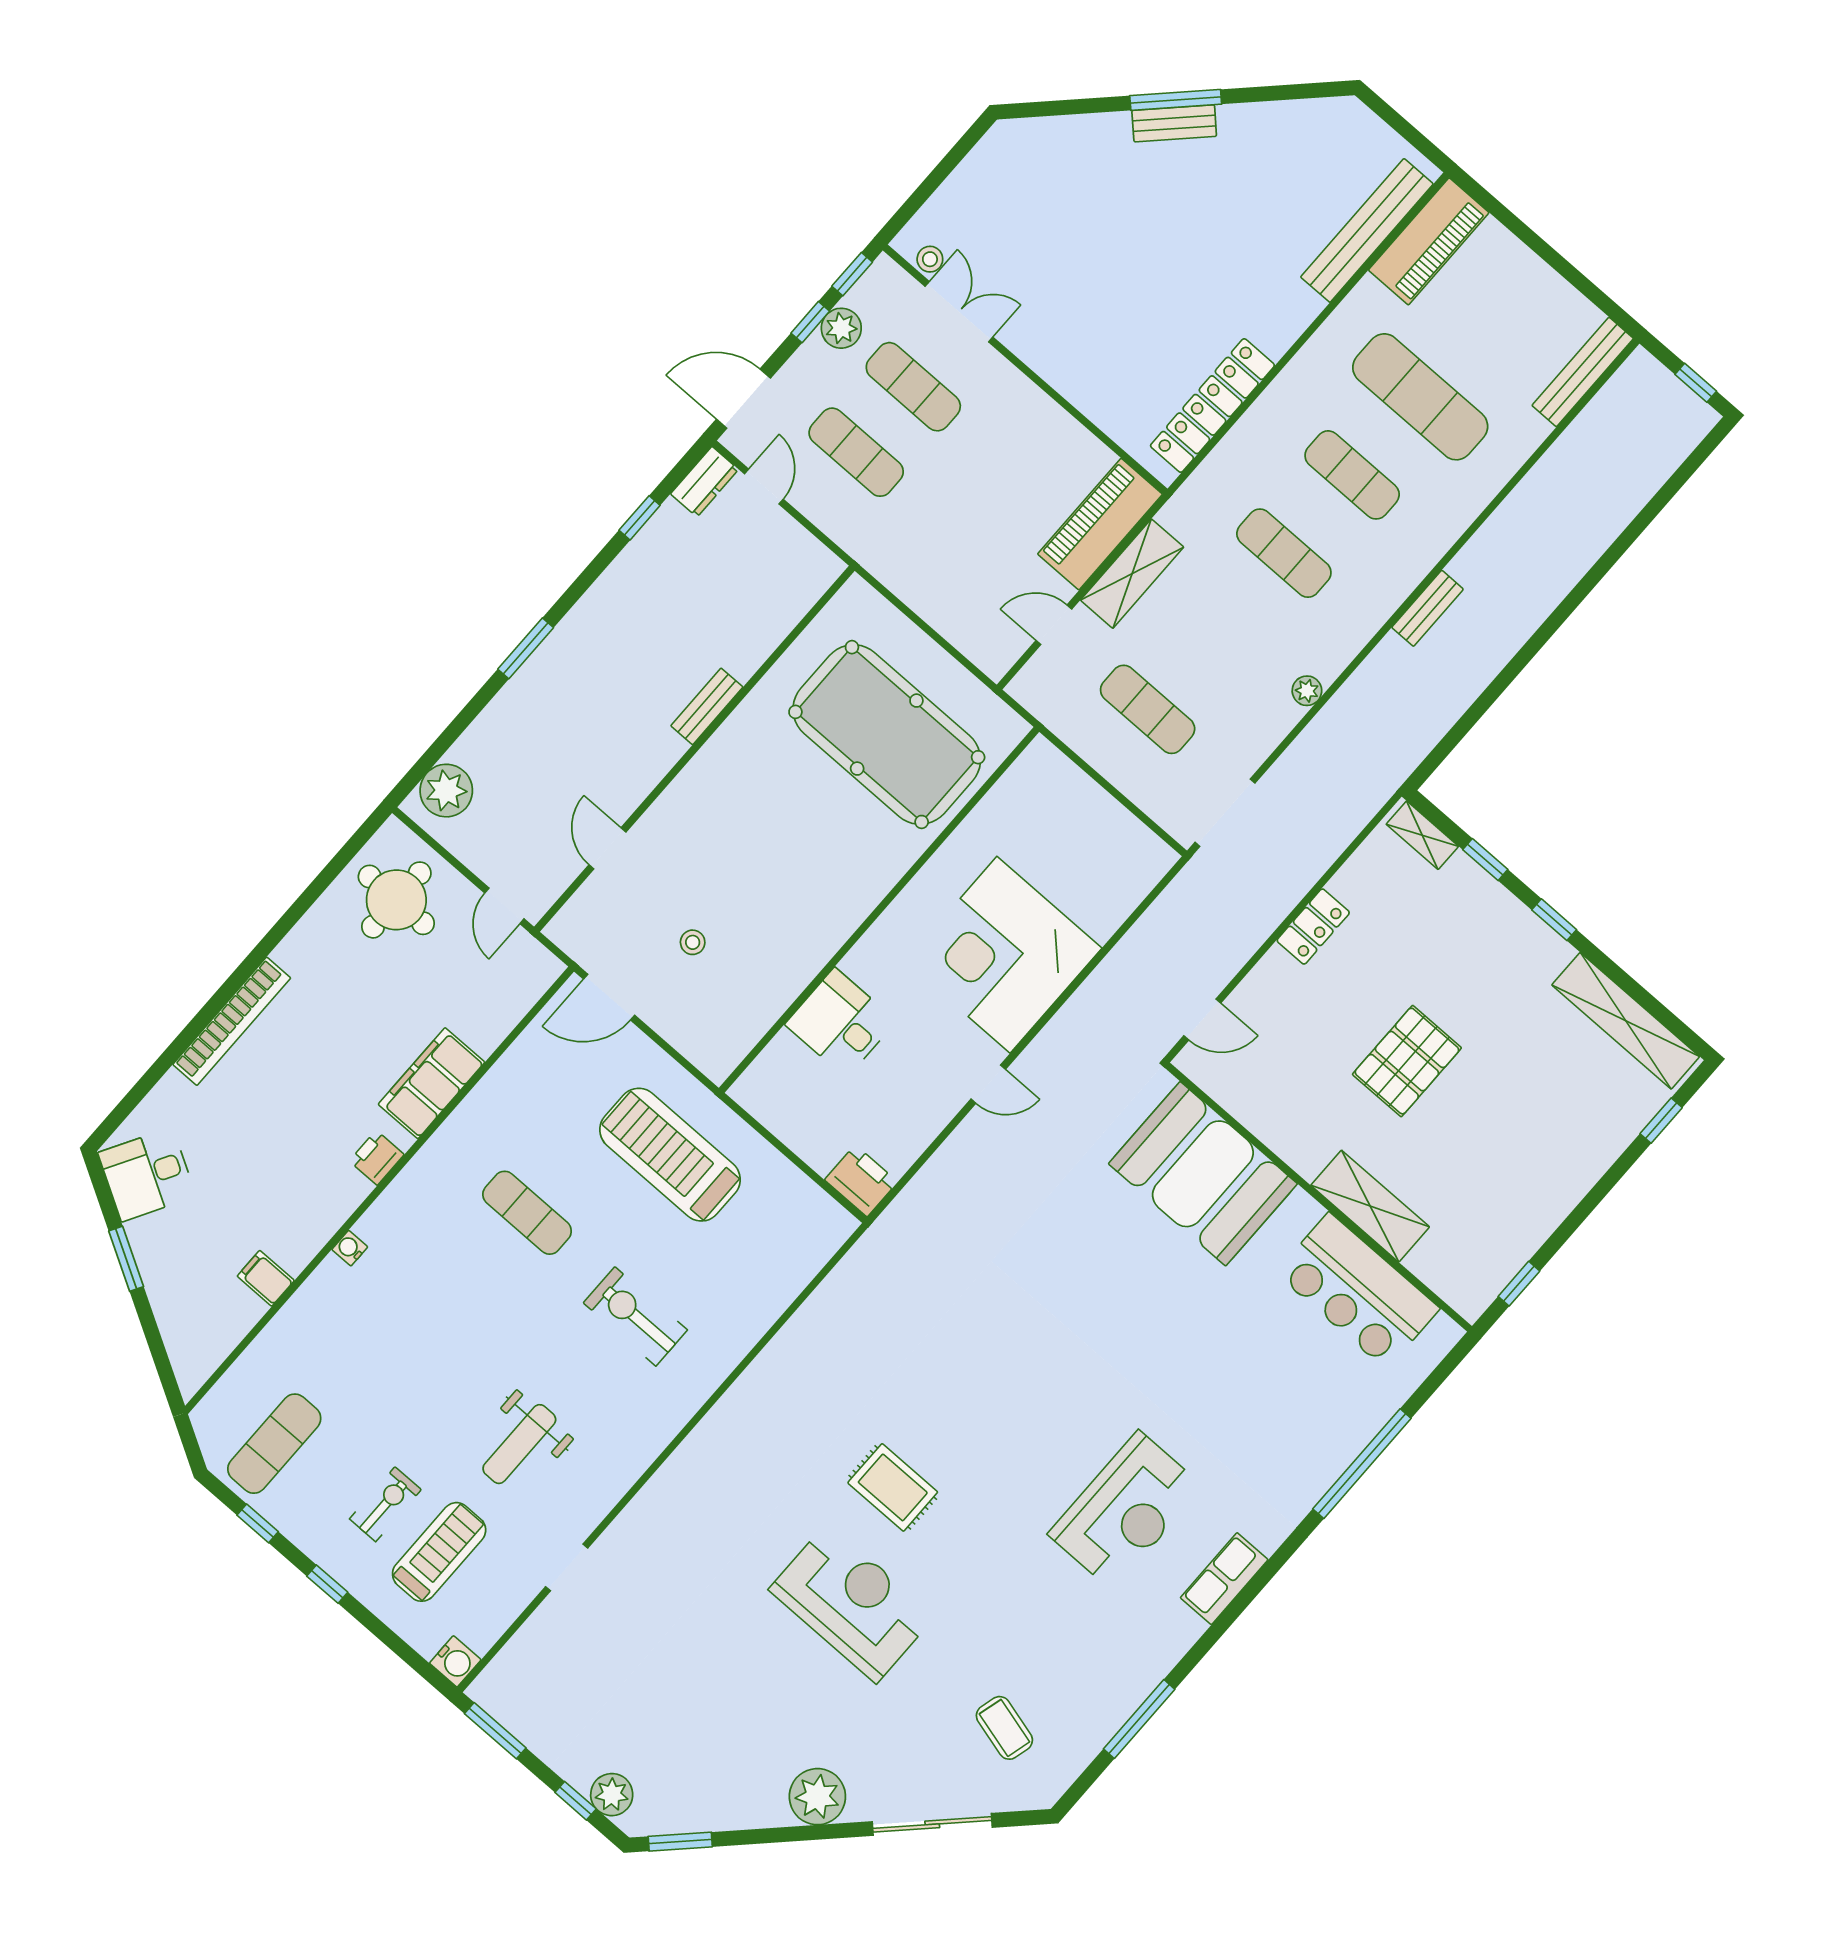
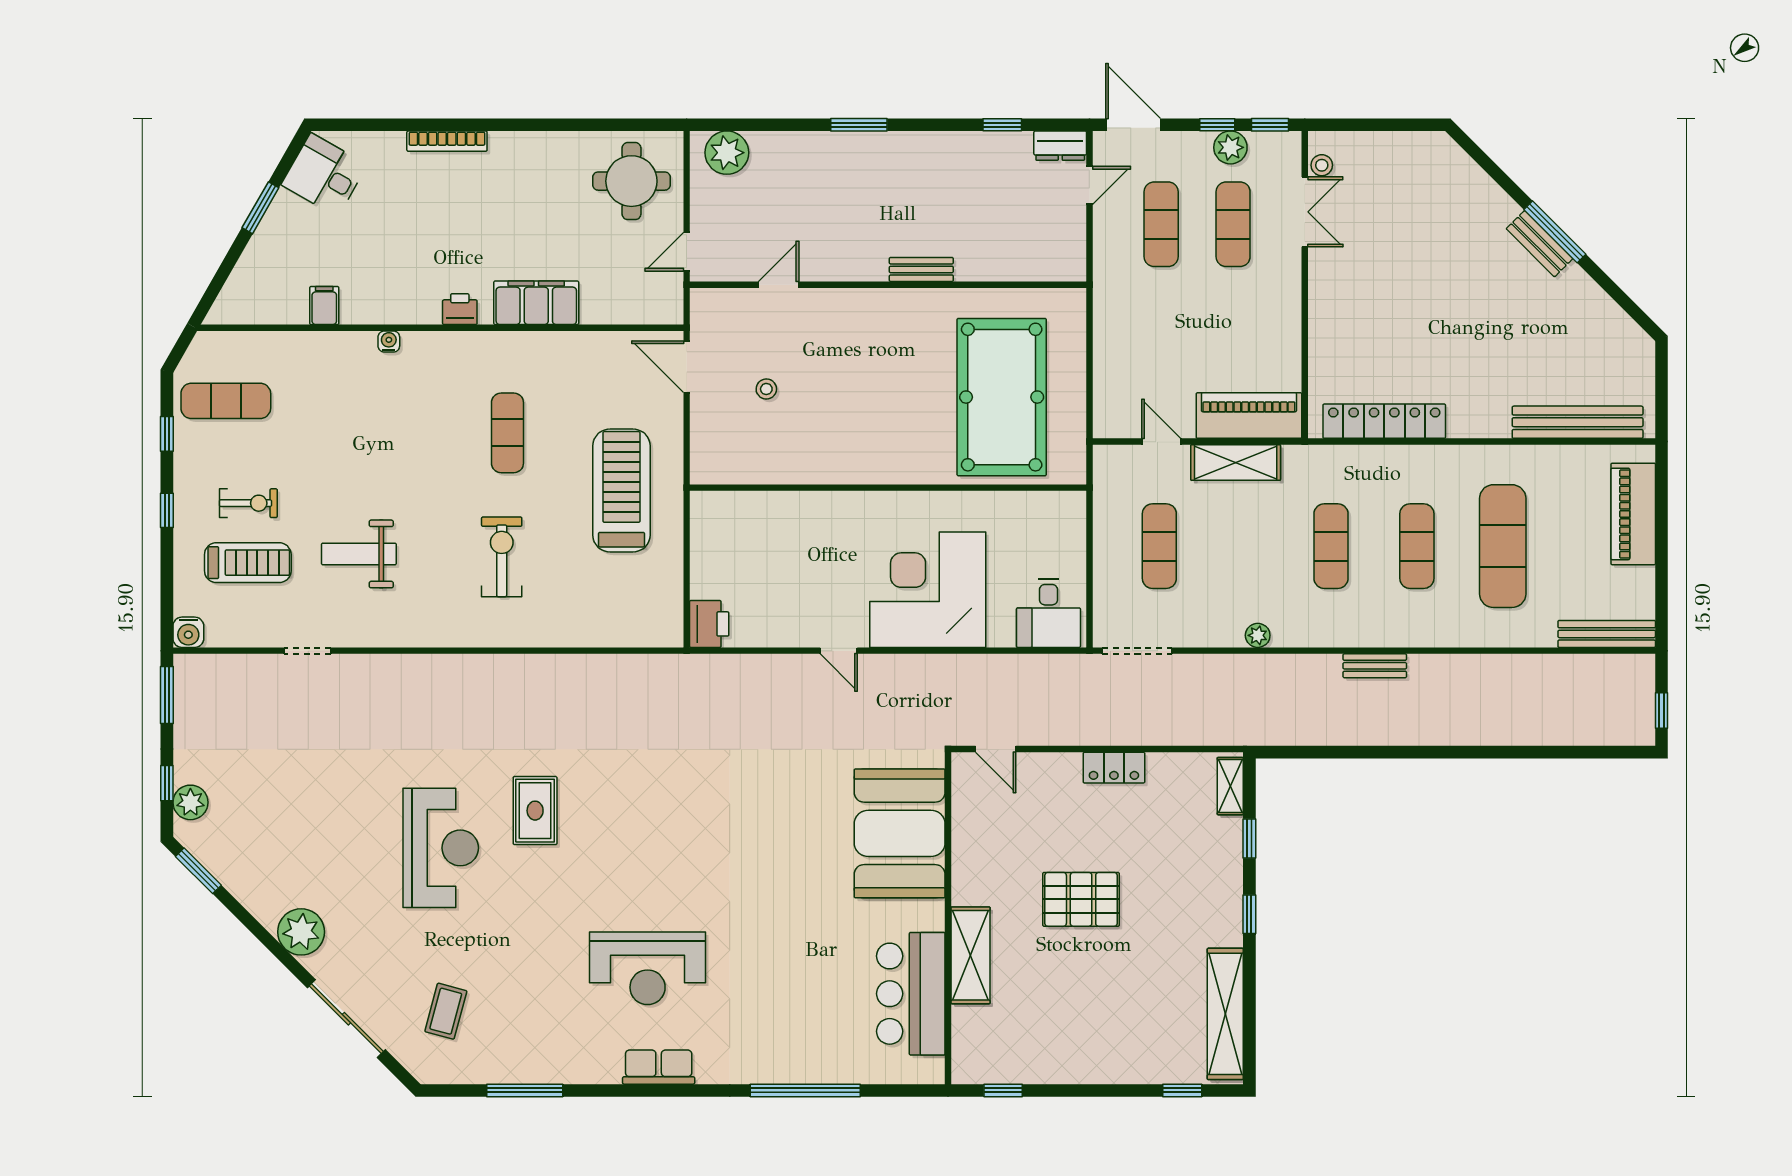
piano: (1429, 241) -> (1633, 514), moved, turned 90
bookcase: (232, 1021) -> (447, 141), width x0.68, depth x0.76
desk: (841, 1023) -> (1048, 613), moved, turned 180

